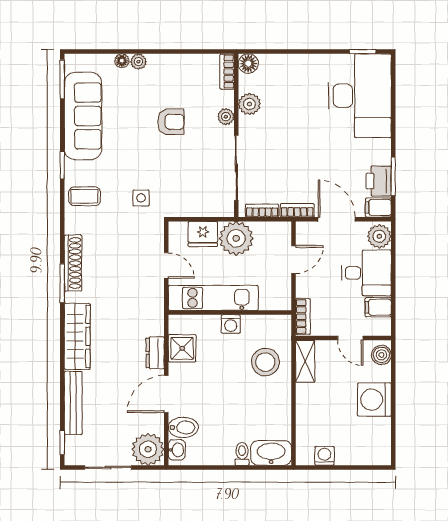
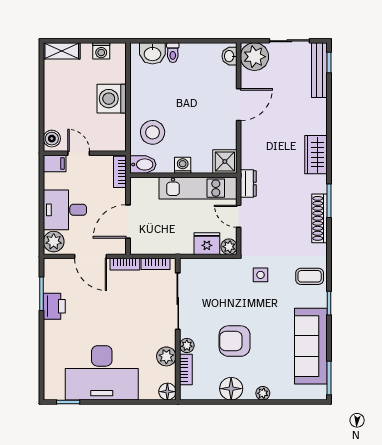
floor lamp: (122, 61) -> (231, 389), moved, width x1.89, depth x1.89
bookcase: (227, 71) -> (186, 370), moved
desk: (360, 96) -> (102, 373), moved, turned -90
armchair: (171, 122) -> (235, 341), width x1.38, depth x1.38
printer: (379, 181) -> (54, 306), moved
filing cabinet: (378, 207) -> (54, 267), removed
plant: (236, 238) -> (229, 247), moved, width x0.53, depth x0.53
door: (294, 259) -> (128, 221), width x1.38
filing cabinet: (378, 307) -> (55, 163), moved
wardrobe: (77, 336) -> (316, 155), width x0.67
shower: (182, 348) -> (225, 161), moved
dresser: (155, 353) -> (248, 183), moved
shelving: (305, 361) -> (62, 51), moved, turned 90
washing machine: (374, 400) -> (112, 99), moved, turned 180
bench: (73, 403) -> (319, 70), moved
bidet: (183, 427) -> (143, 164), moved, turned 180
washbasin: (271, 453) -> (152, 53), width x0.72

